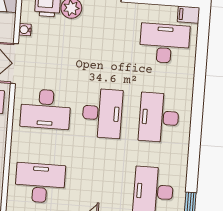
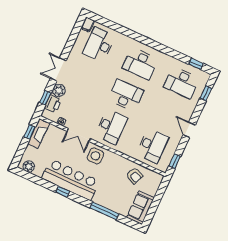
desk: (40, 183) -> (152, 146), turned 180

